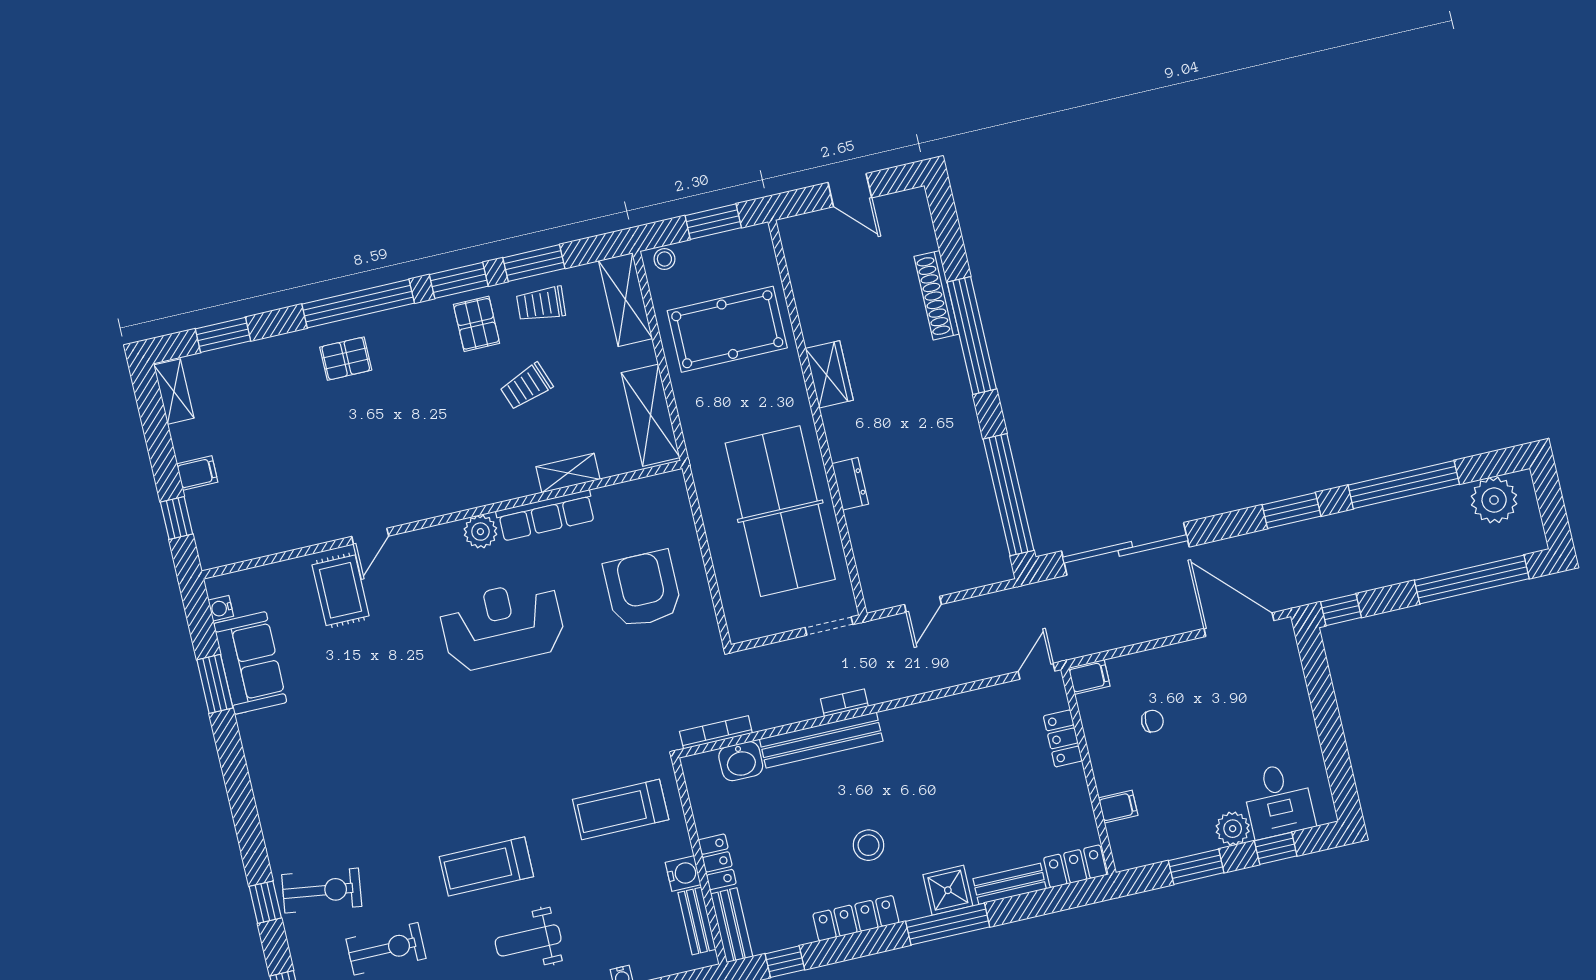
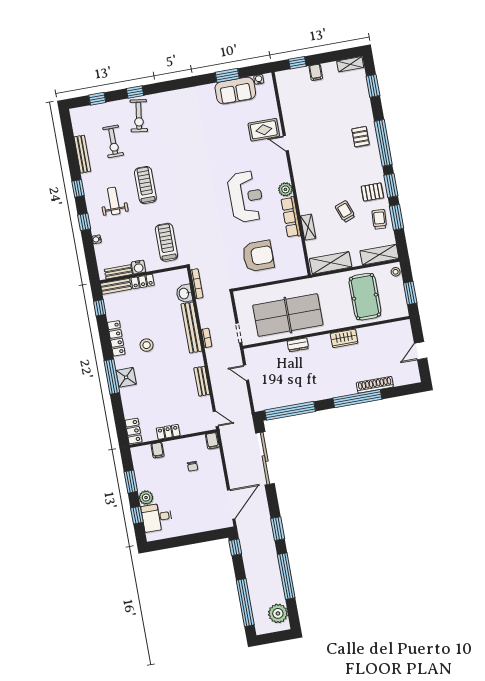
locker: (1063, 738) -> (168, 432), moved
bench: (1010, 884) -> (202, 381), moved

